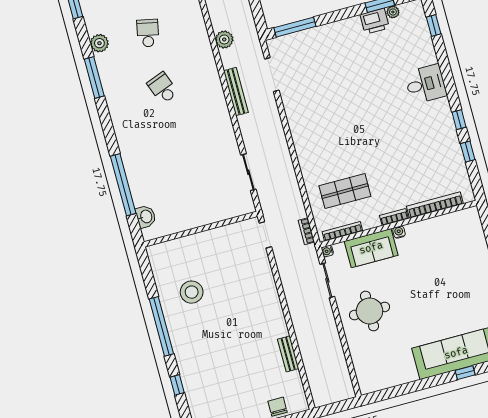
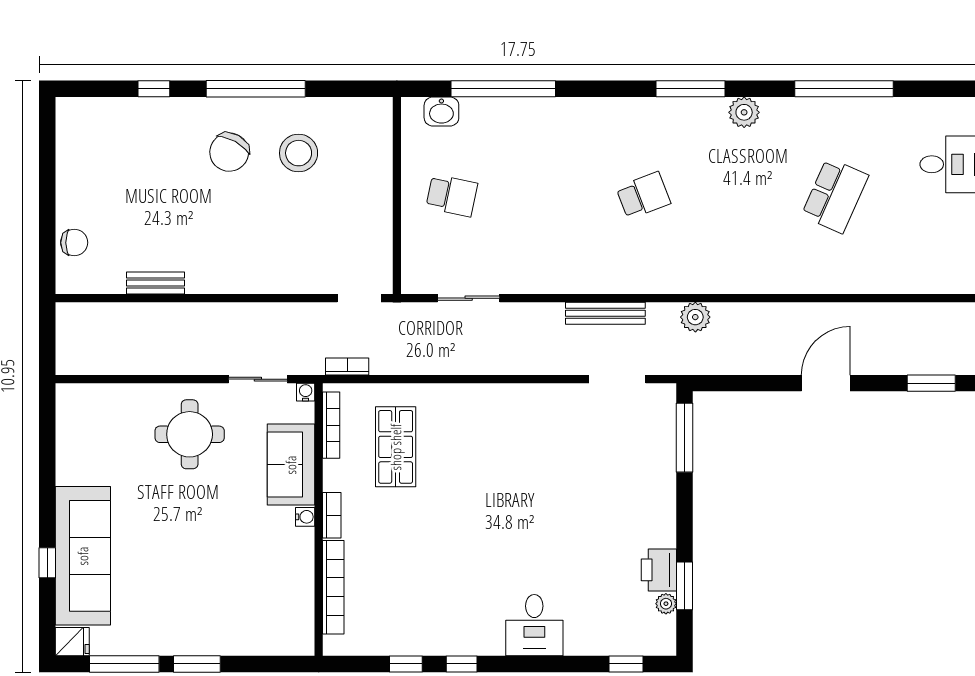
school desk: (148, 33) -> (452, 195), moved
chair: (202, 332) -> (229, 152), added

